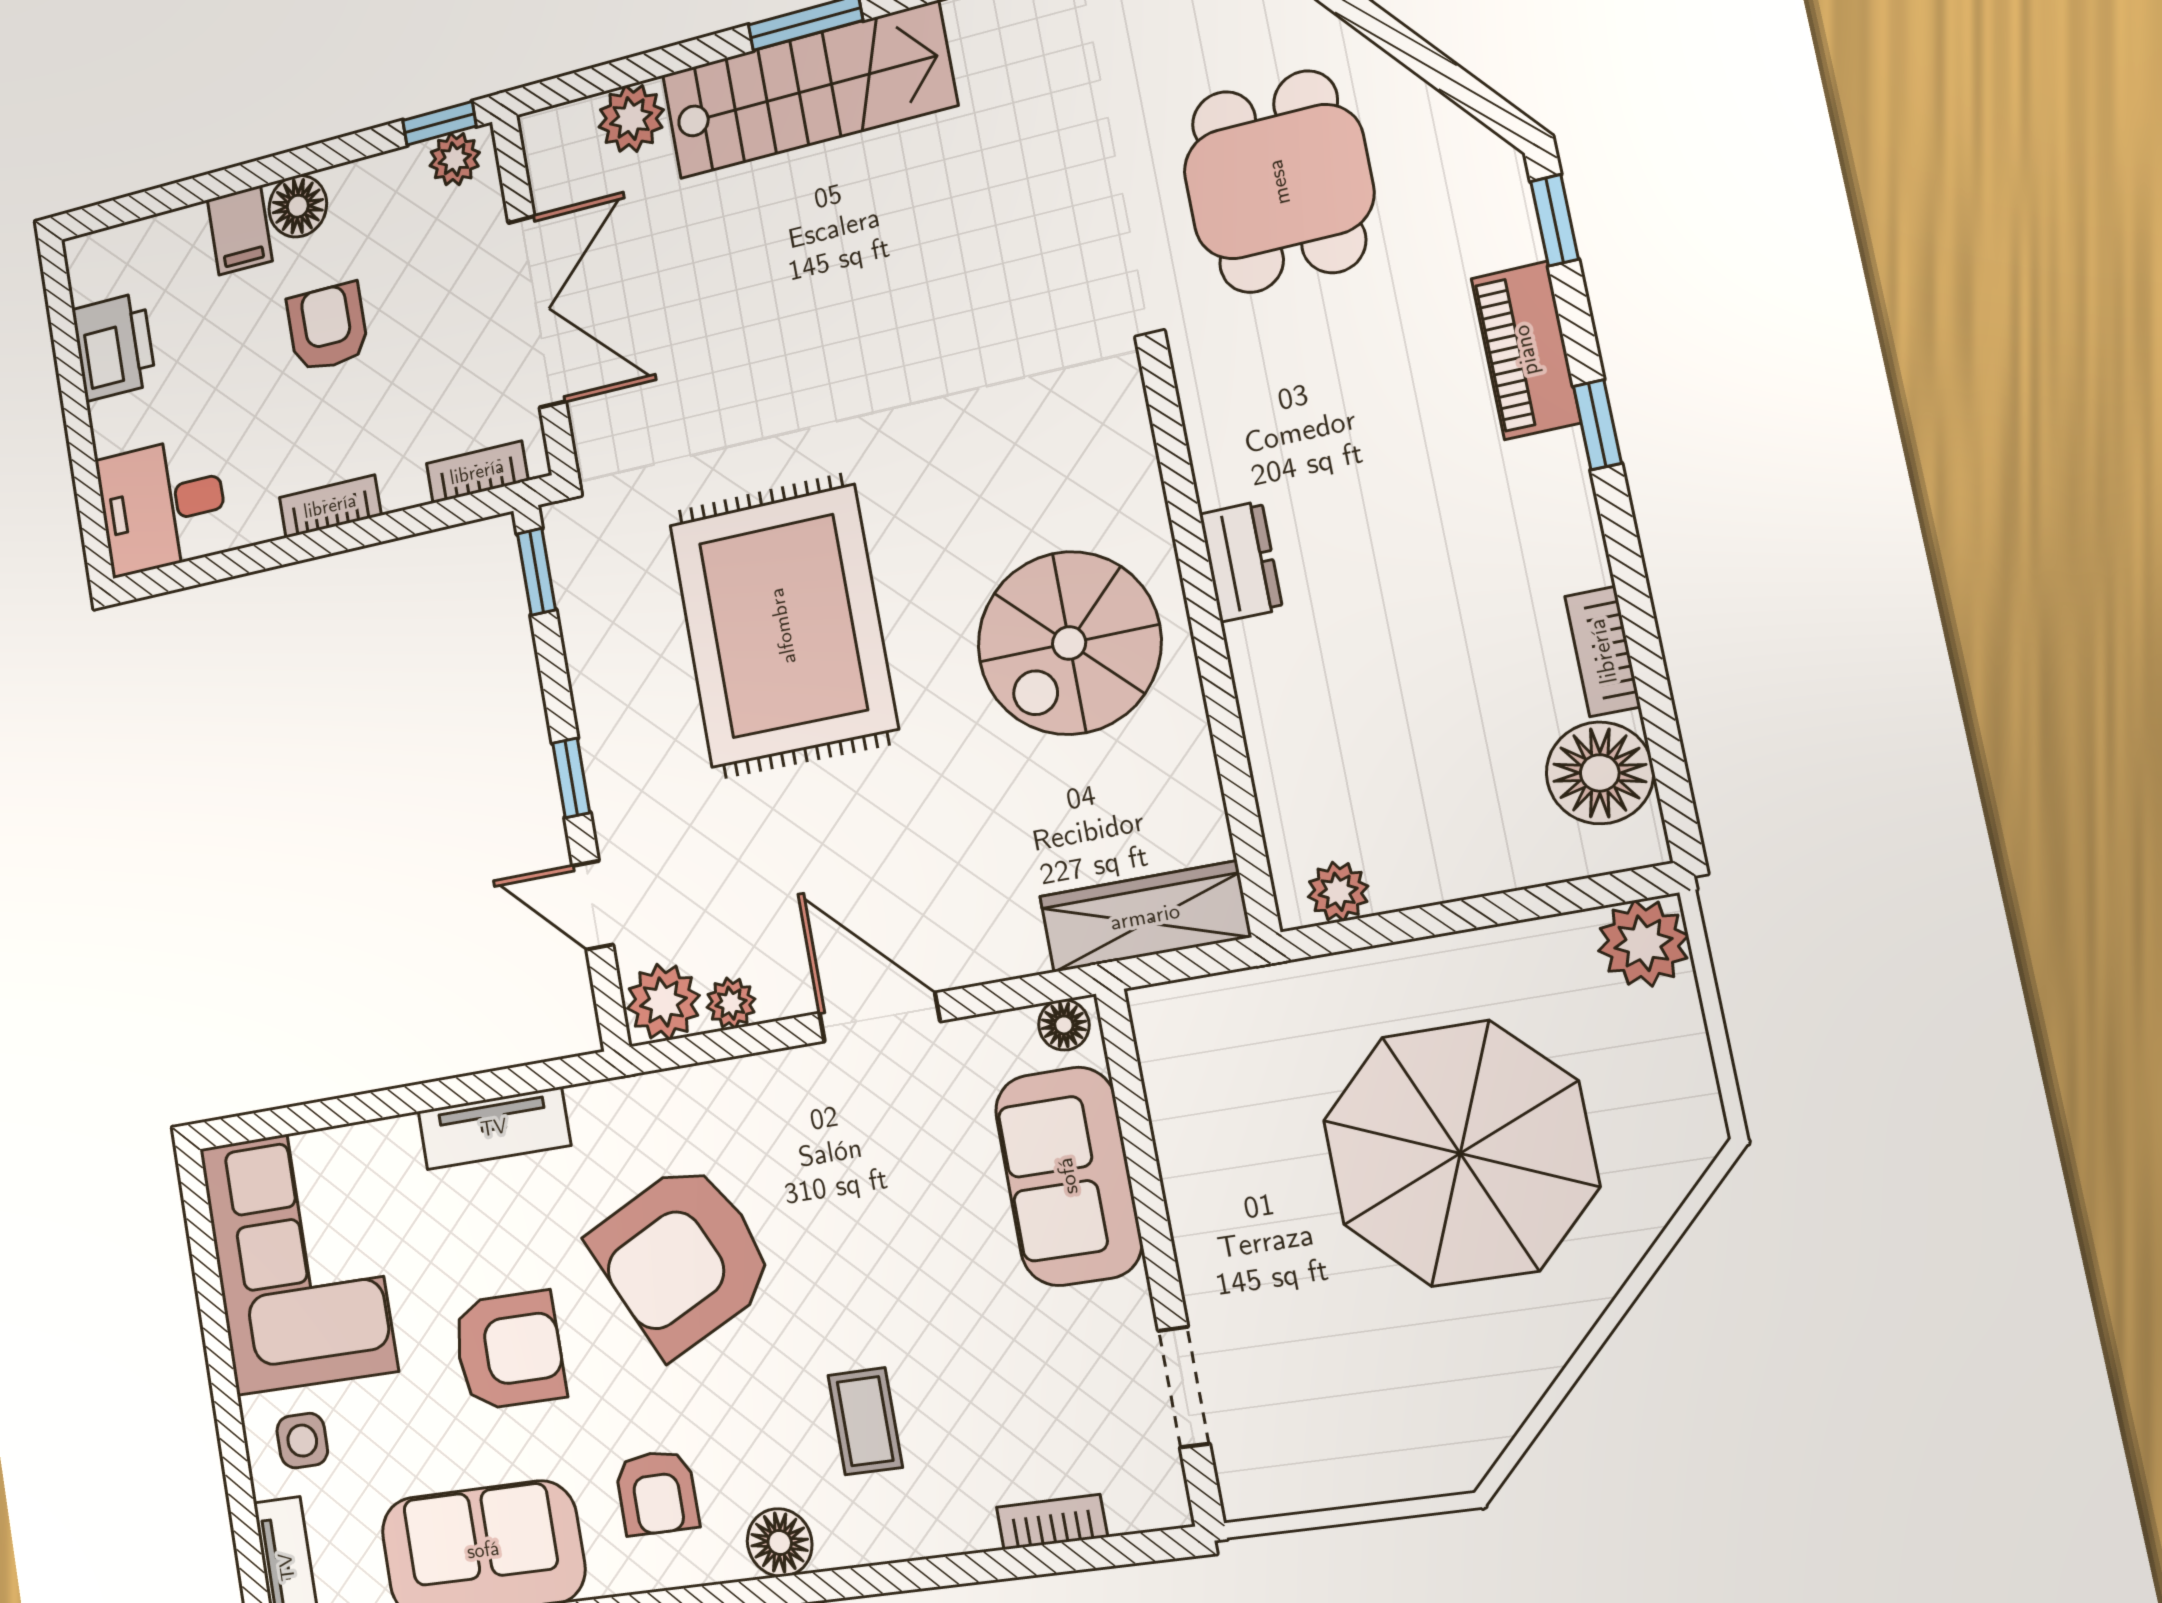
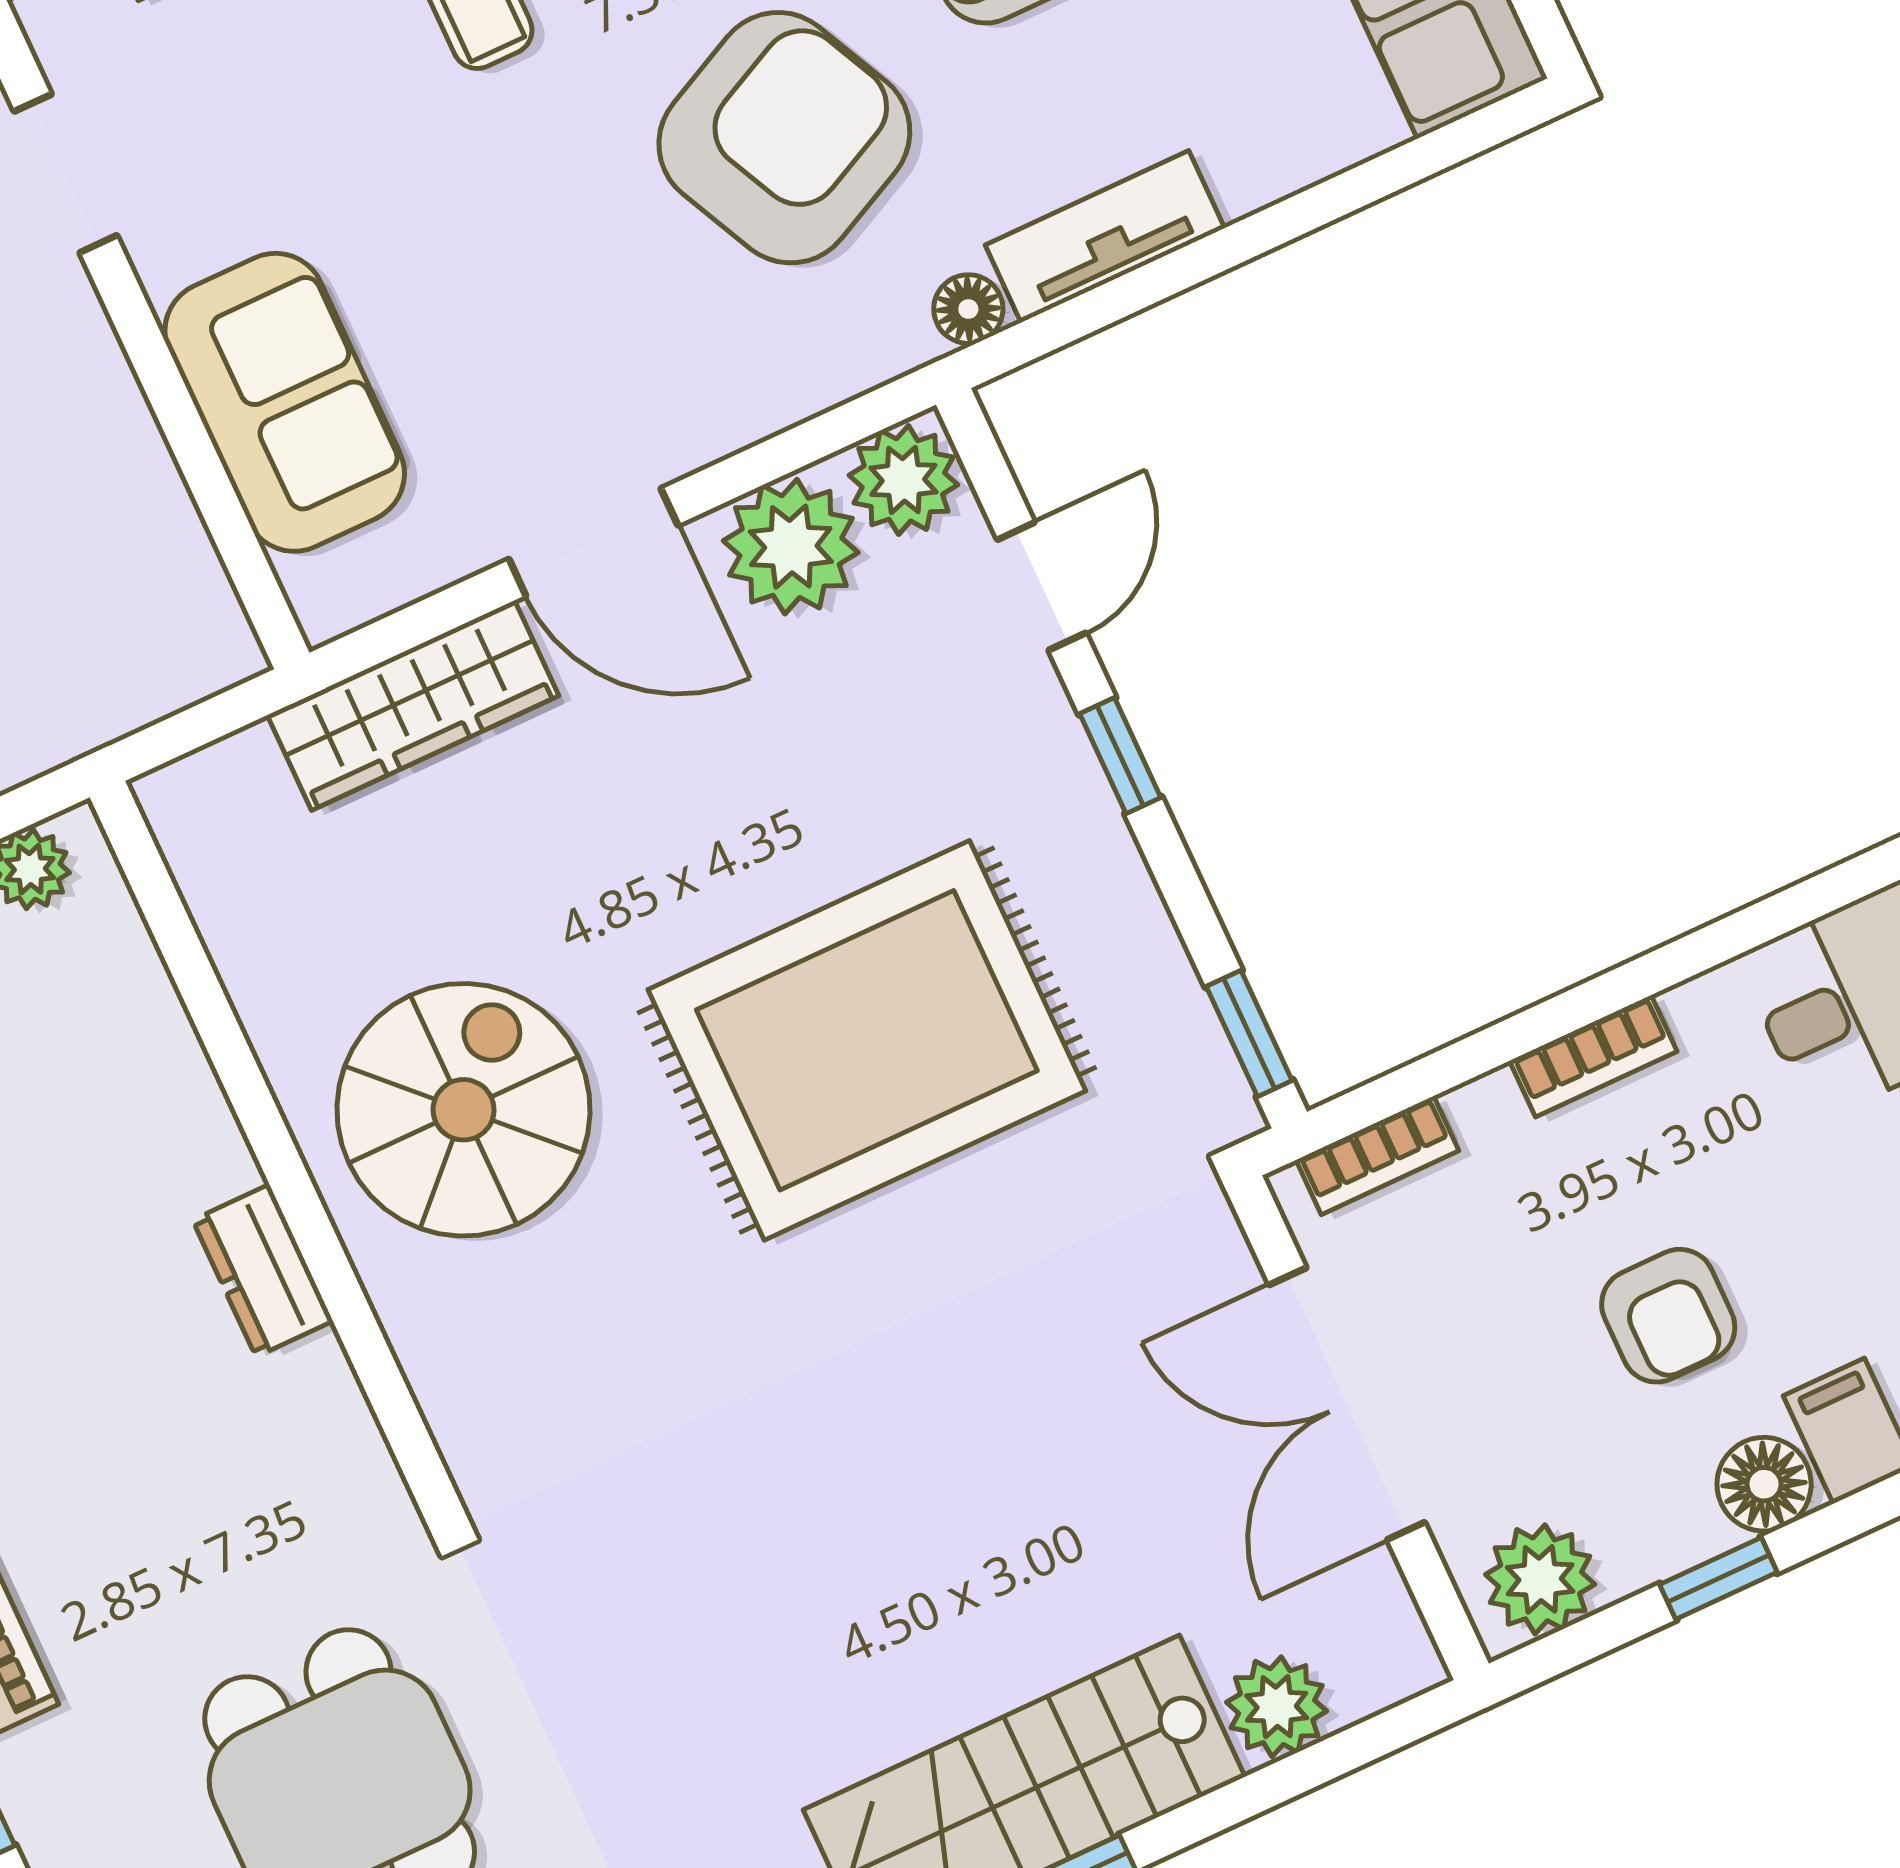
window: (439, 123) -> (1718, 1578), moved
plant: (455, 159) -> (1540, 1579), width x1.38, depth x1.38
rug: (783, 626) -> (867, 1040), turned 90
door: (593, 905) -> (1042, 586), hinge flipped
wardrobe: (1145, 917) -> (413, 705), moved
plant: (731, 1003) -> (791, 547), width x1.87, depth x1.87
floor lamp: (1064, 1025) -> (968, 309), moved

